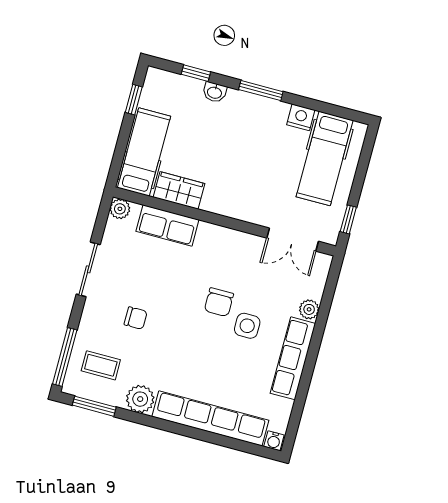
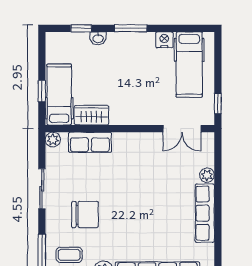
window: (134, 100) -> (42, 91), moved
chair: (219, 302) -> (141, 187), removed
chair: (136, 318) -> (85, 214), width x1.87, depth x1.87
side table: (247, 326) -> (166, 199), removed

